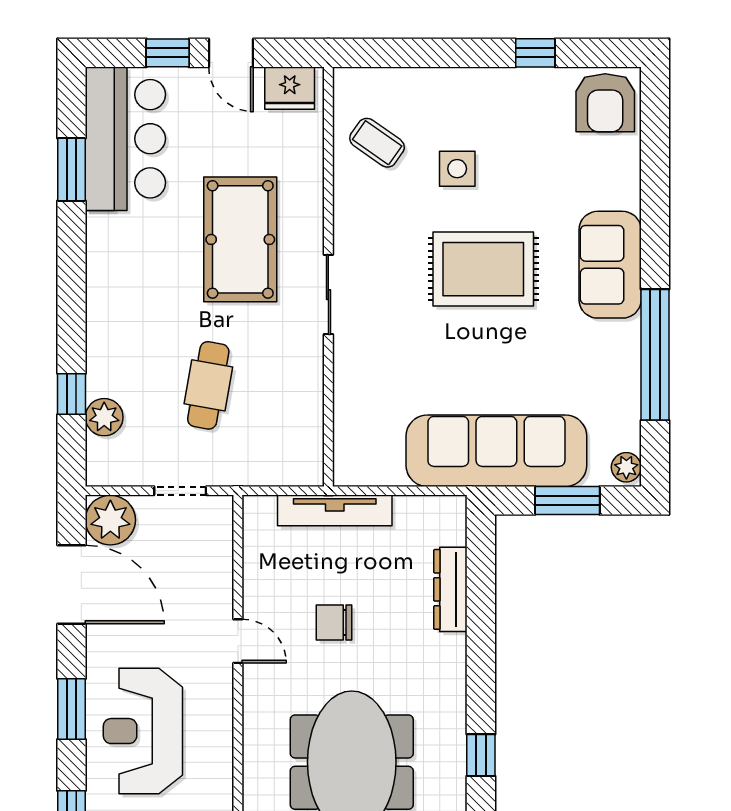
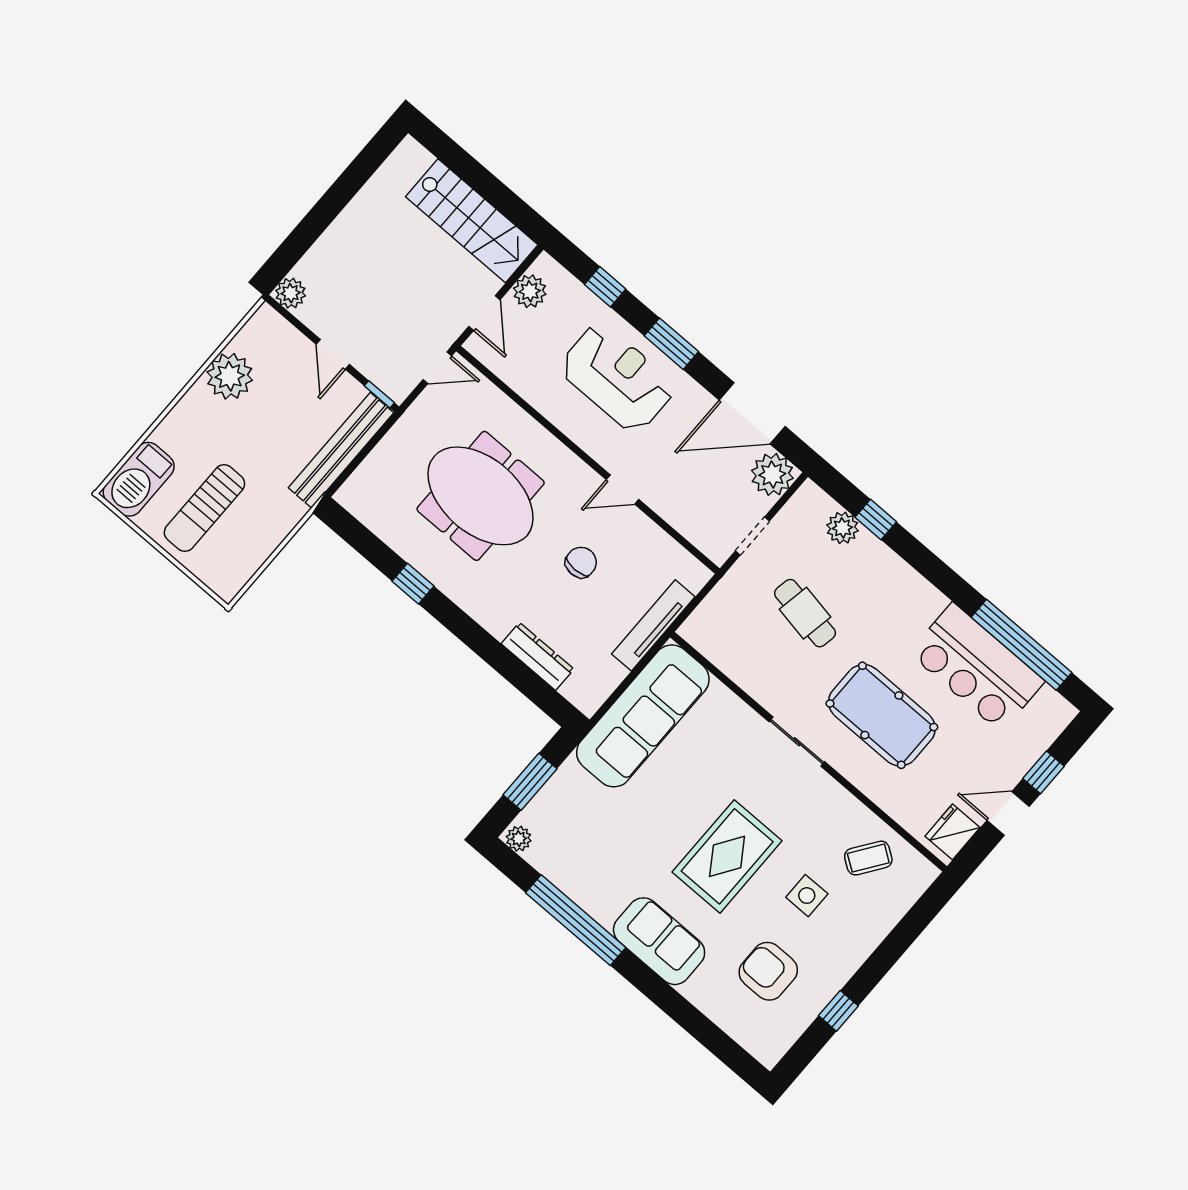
armchair: (605, 103) -> (768, 971), moved
bar counter: (125, 139) -> (977, 667), moved
window: (71, 169) -> (1021, 645), width x2.11
sofa: (496, 451) -> (643, 716), moved

